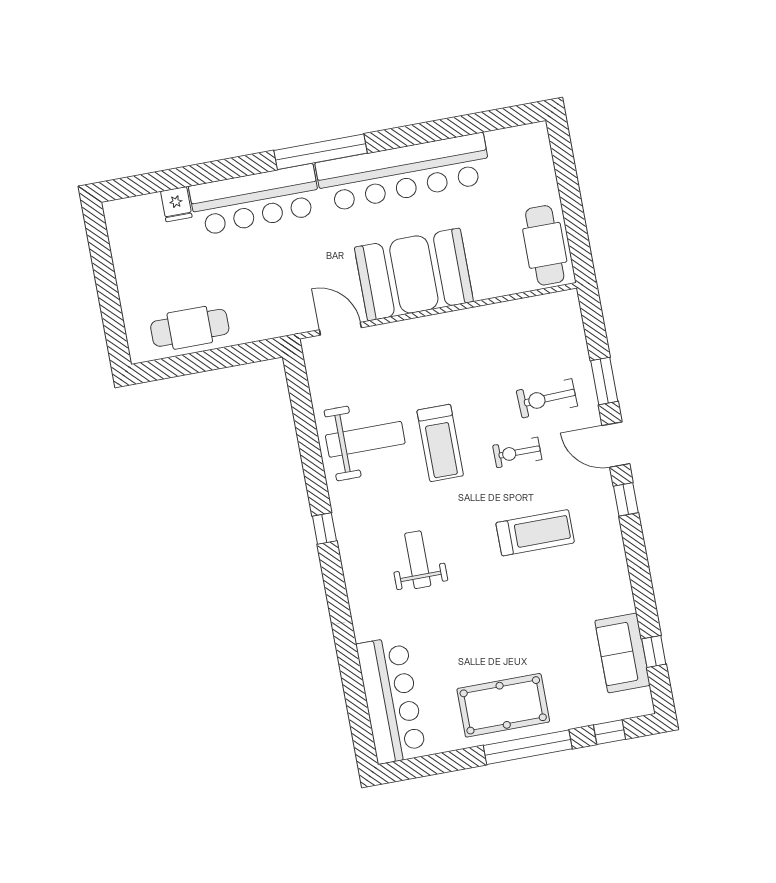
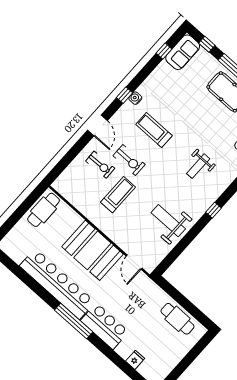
bar counter: (255, 200) -> (105, 326), width x0.73
window: (604, 381) -> (77, 148), removed
treadmill: (440, 443) -> (118, 195), moved
exercise bike: (517, 452) -> (129, 160), width x1.38, depth x1.39
window: (626, 499) -> (124, 95), moved
water cooler: (612, 543) -> (135, 98), added
sofa: (622, 653) -> (183, 52), moved

